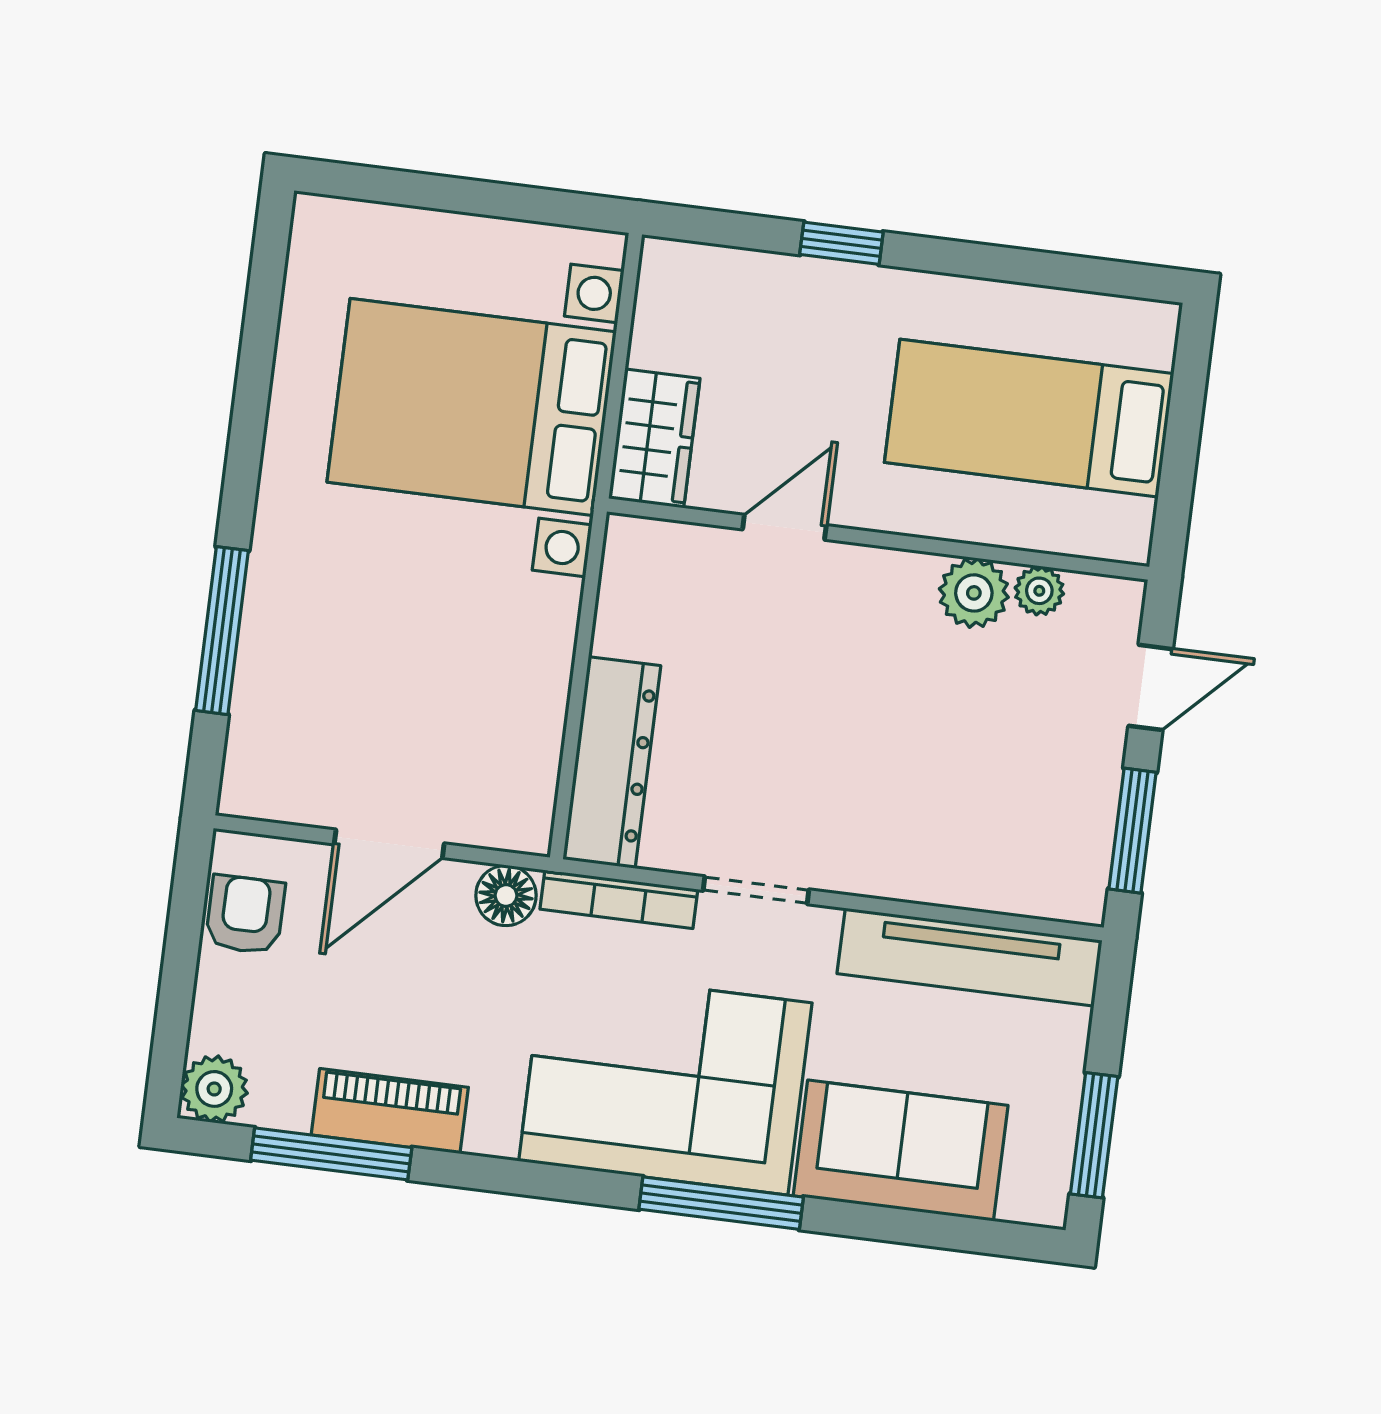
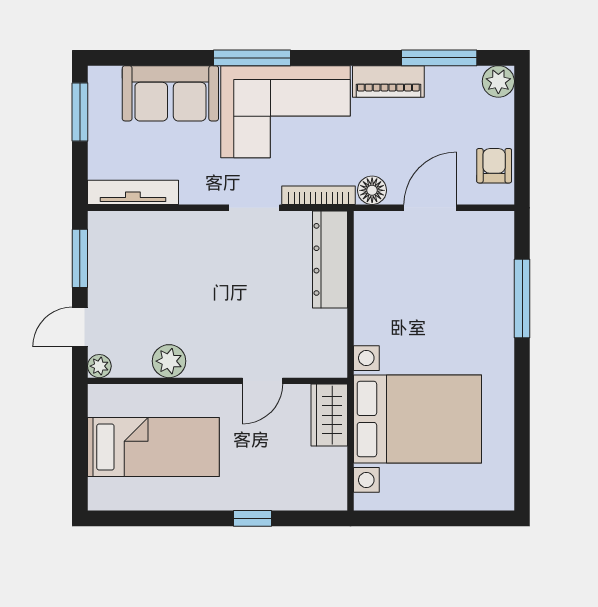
plant: (1039, 591) -> (99, 366), moved
armchair: (245, 915) -> (494, 166), turned 180
tv unit: (970, 957) -> (133, 192), width x0.73, depth x0.78
piano: (390, 1111) -> (388, 81), moved

